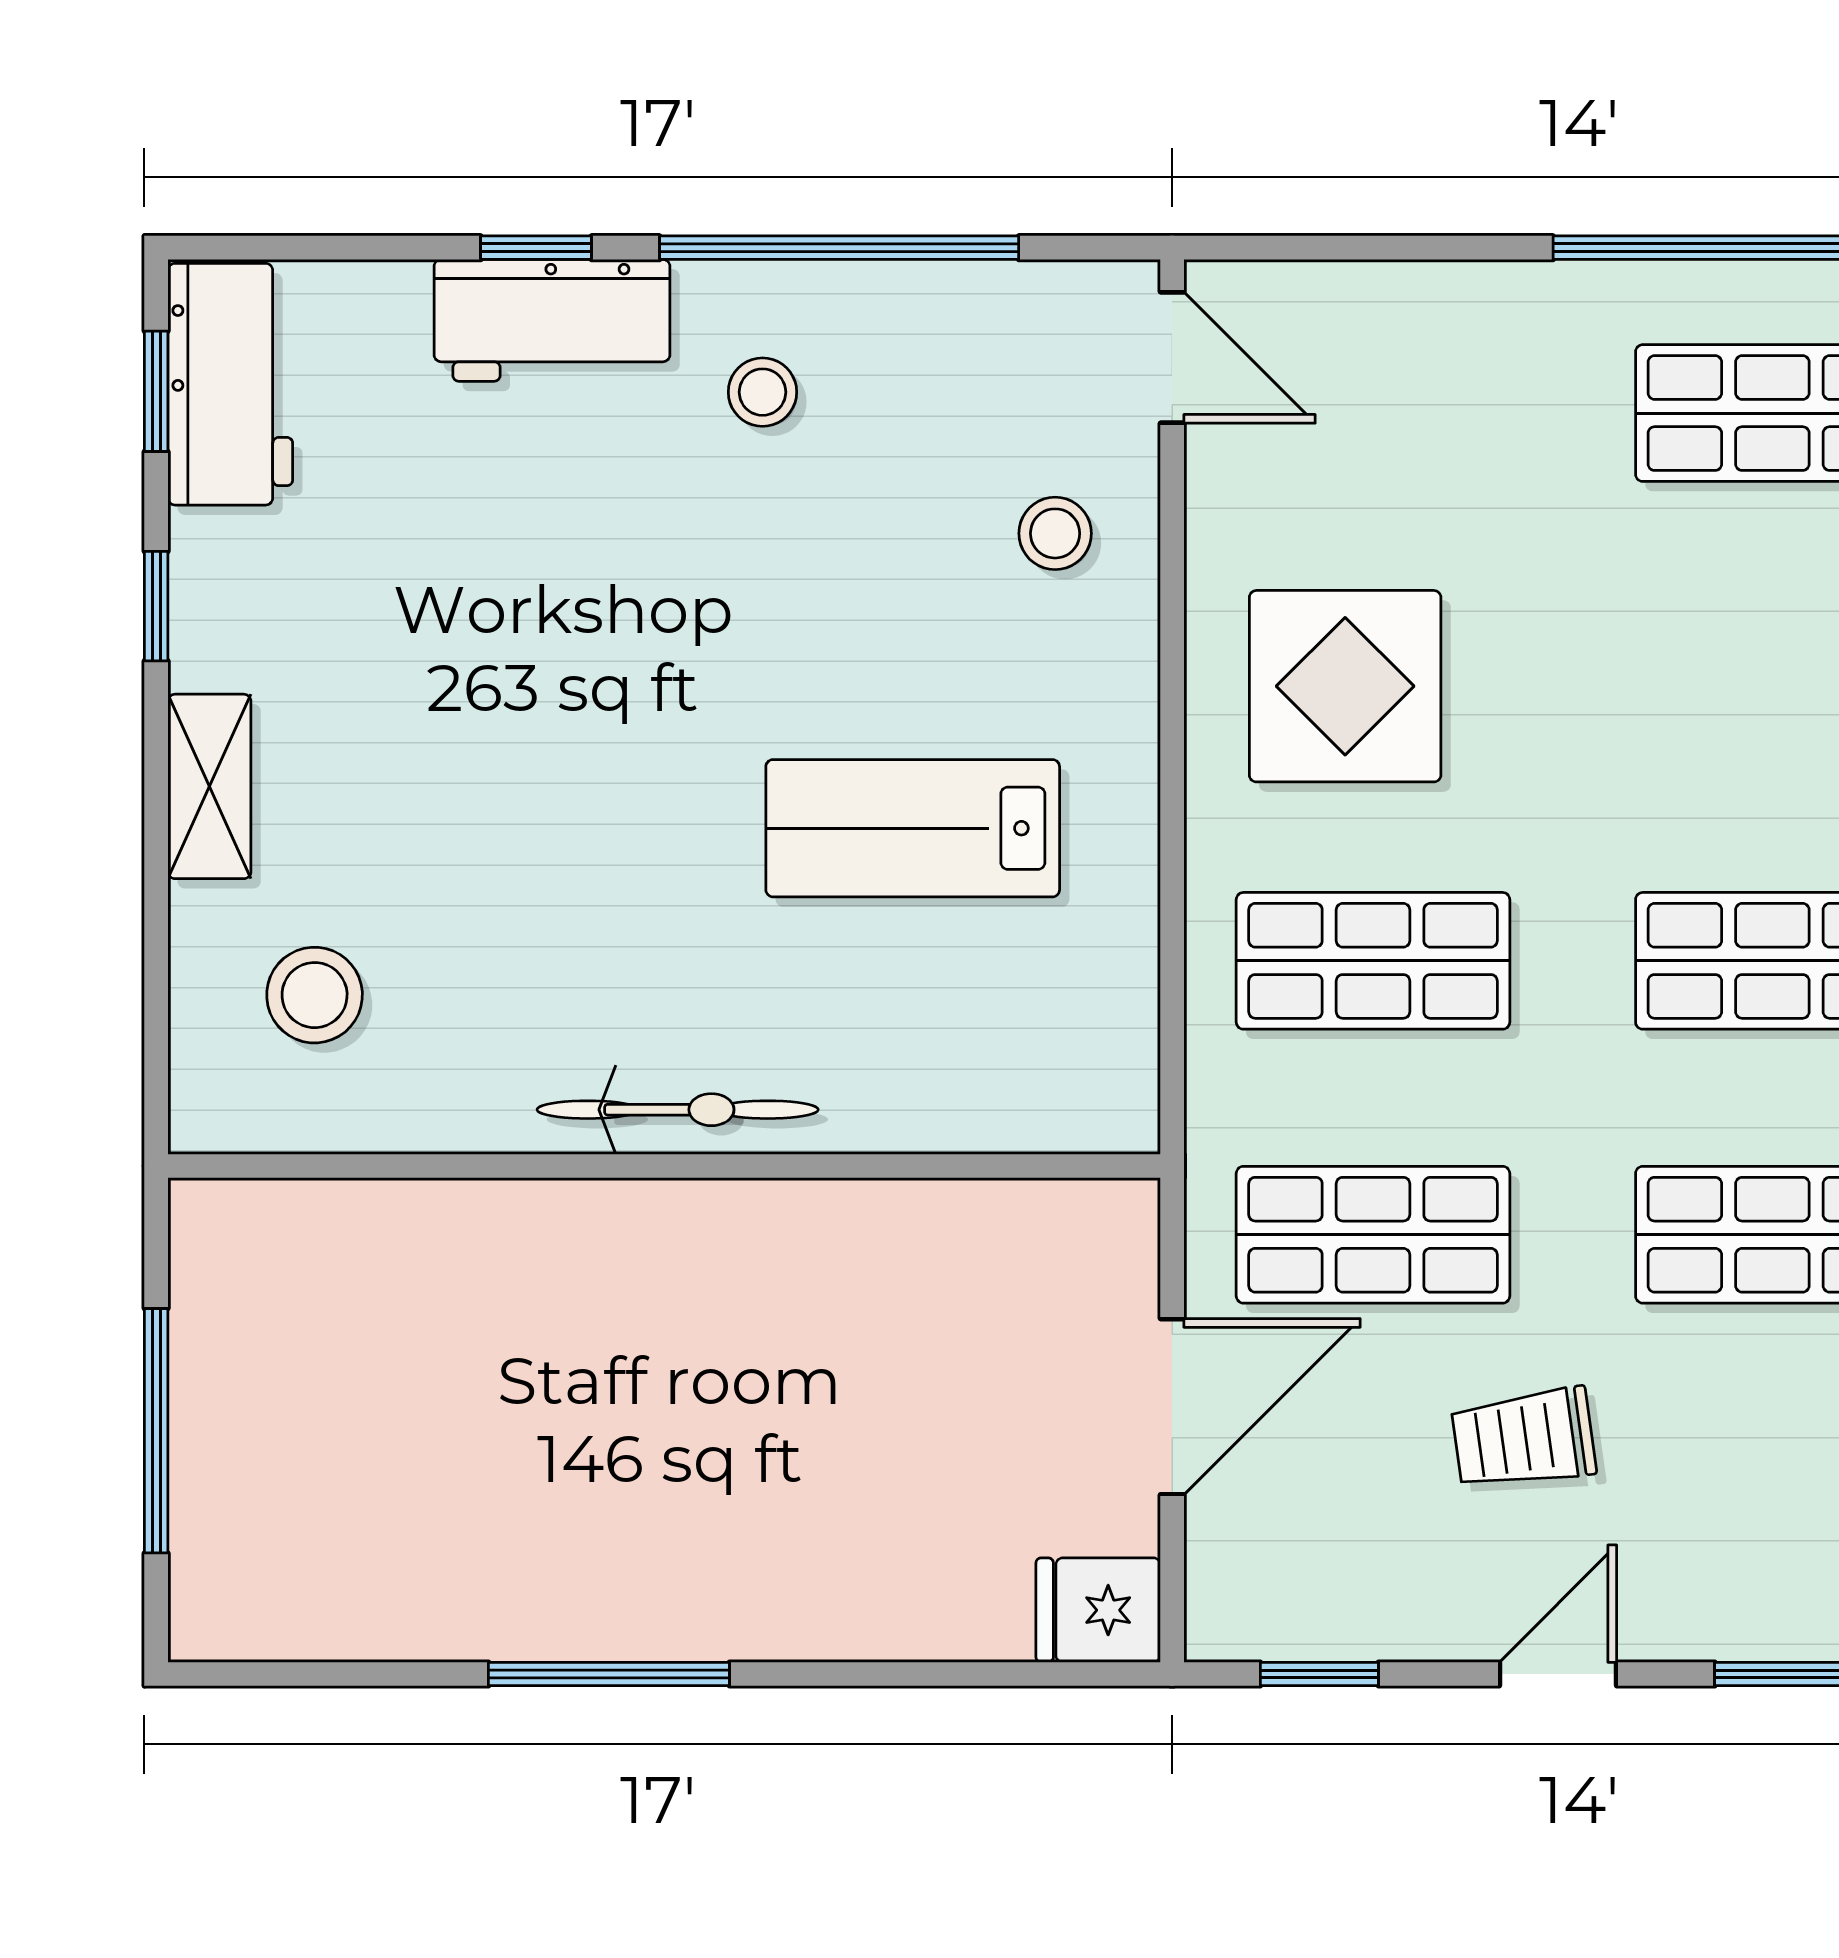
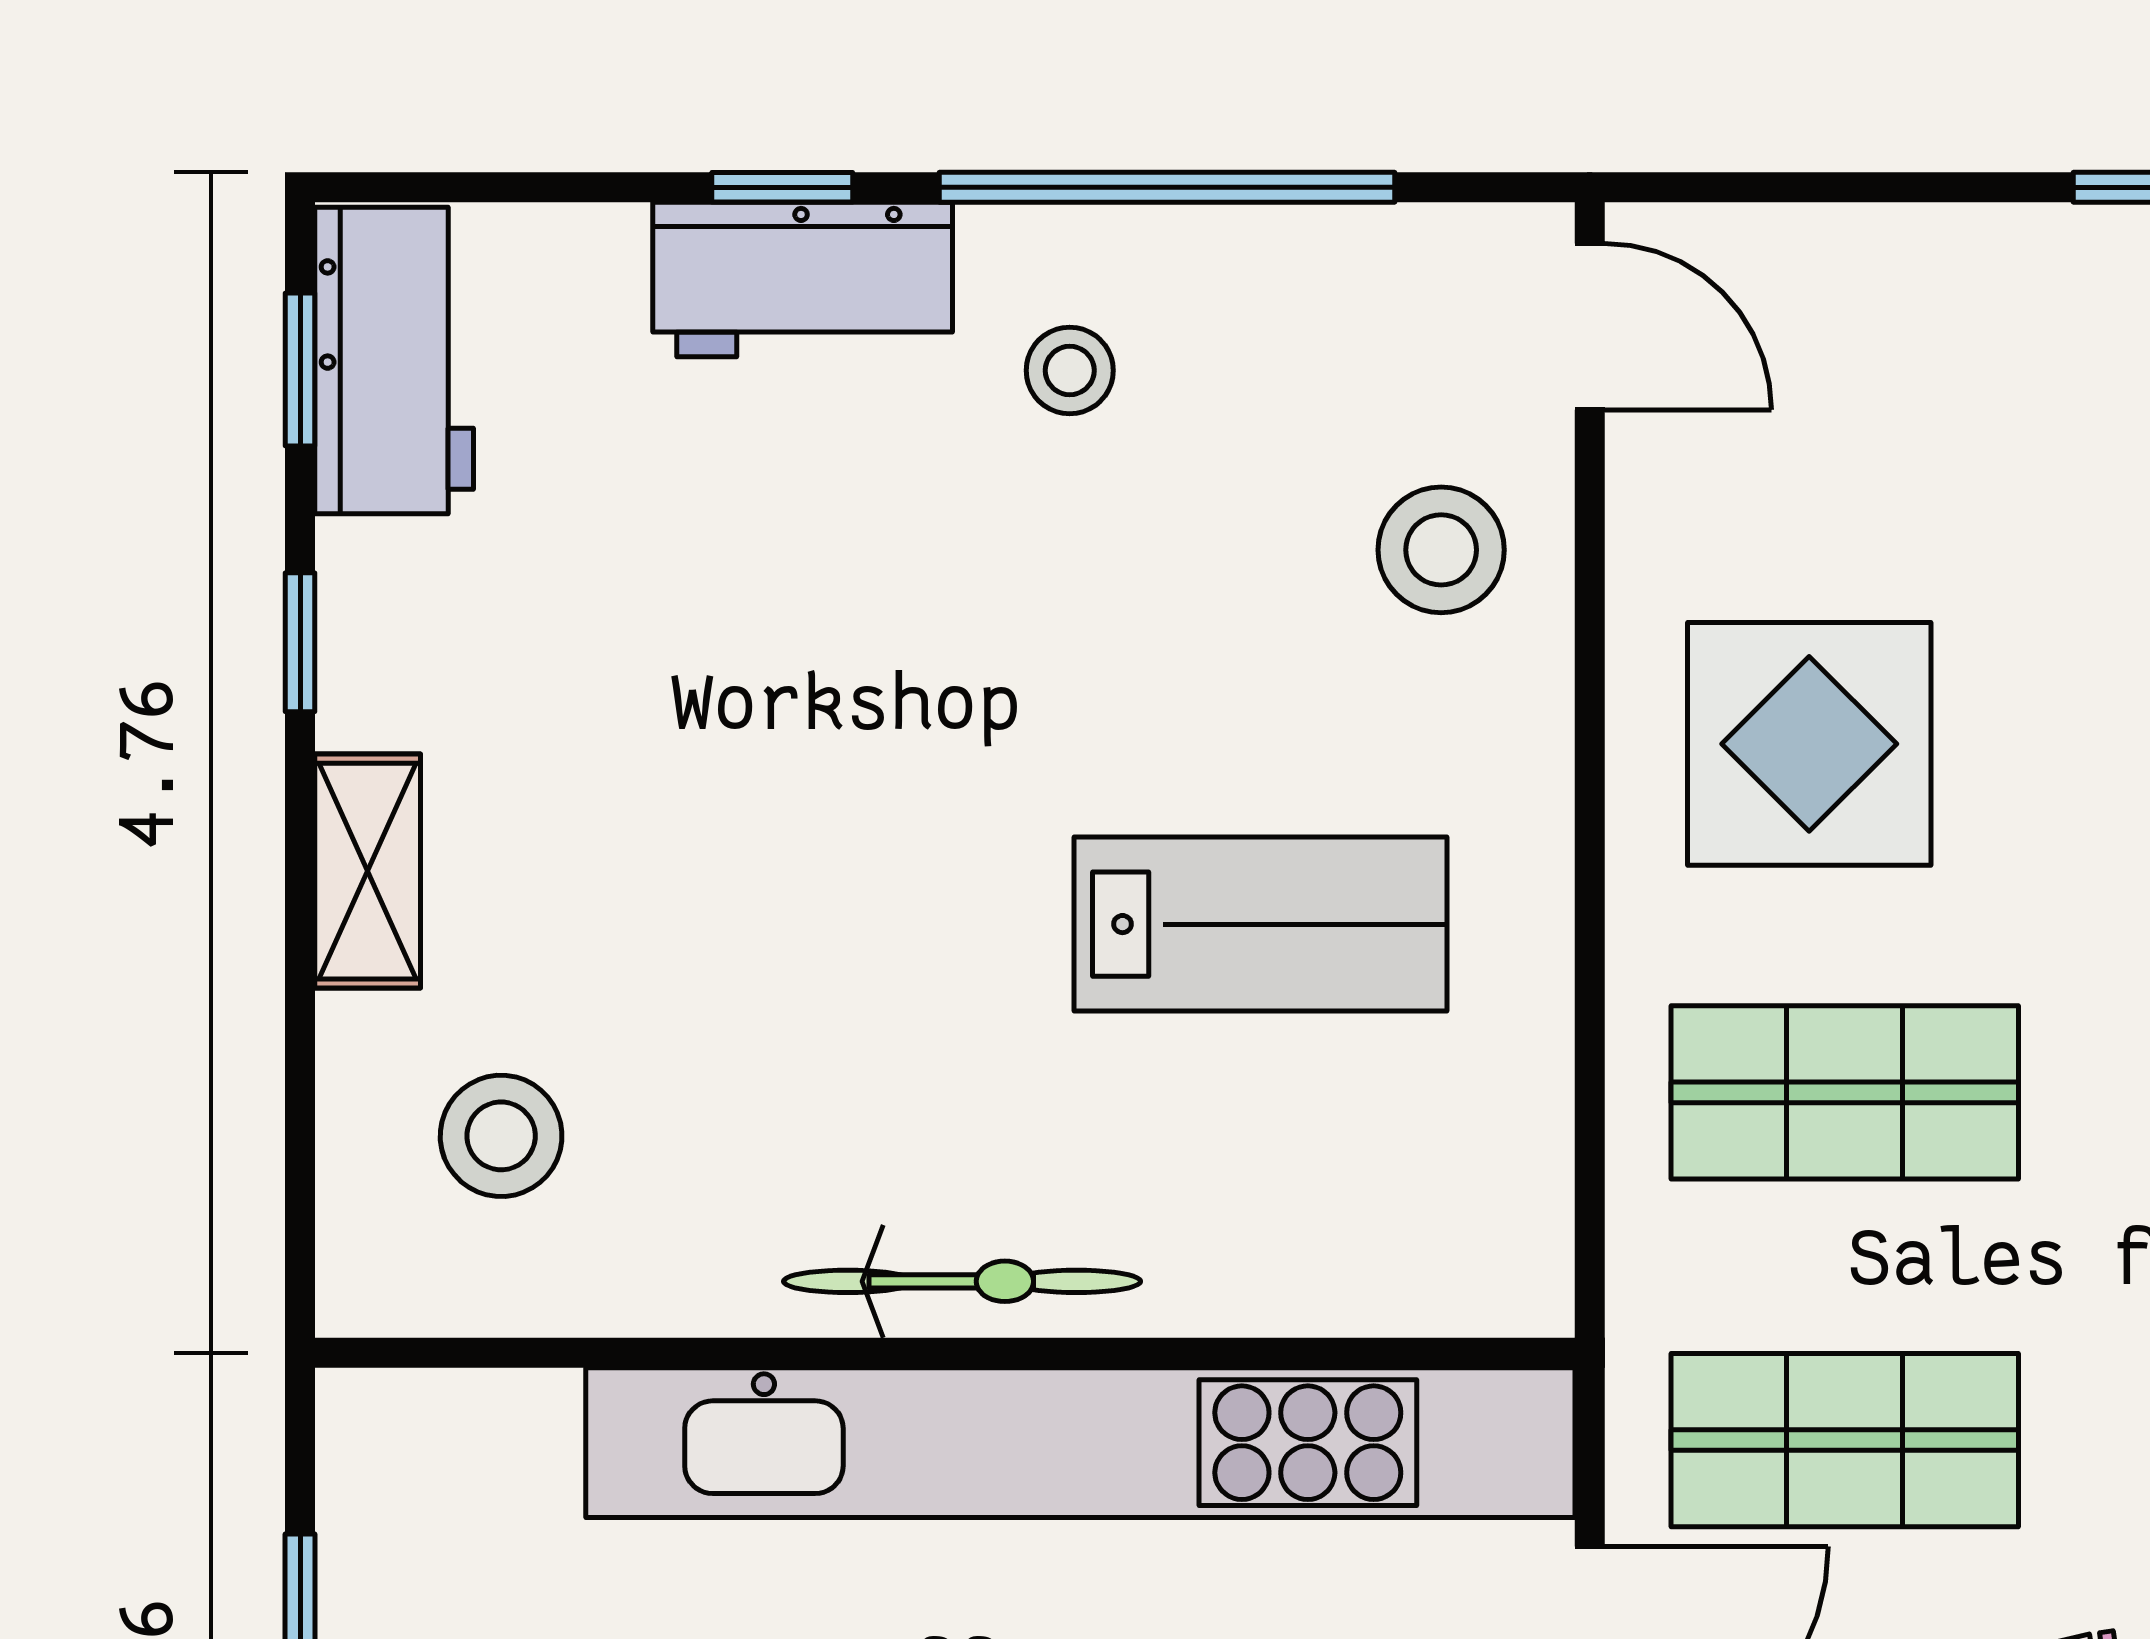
stool: (1055, 533) -> (1441, 550), width x1.37, depth x1.37
lab bench: (913, 828) -> (1260, 924), turned 180
kitchen unit: (771, 1237) -> (1080, 1443), added

